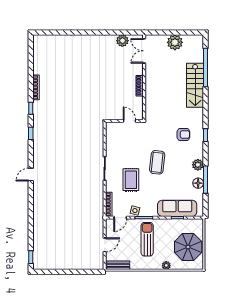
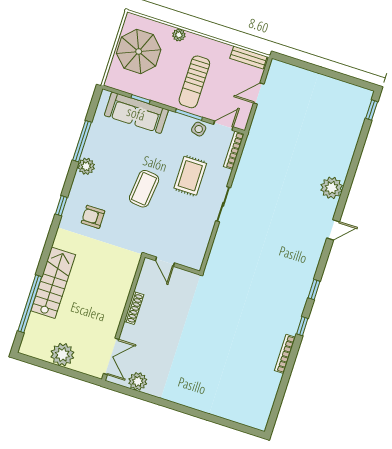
floor lamp: (198, 183) -> (94, 139), removed
plant: (40, 201) -> (332, 188), added

